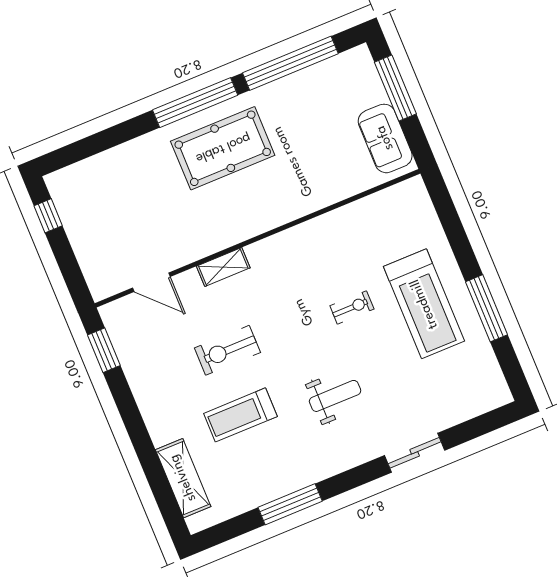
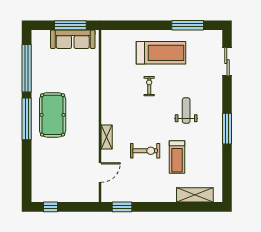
window: (395, 88) -> (70, 25), moved
sofa: (385, 138) -> (73, 39), width x1.36
window: (487, 308) -> (188, 25), moved
exercise bike: (227, 350) -> (145, 151), turned -90
sliding door: (415, 453) -> (227, 62), moved
window: (290, 504) -> (227, 129), moved

